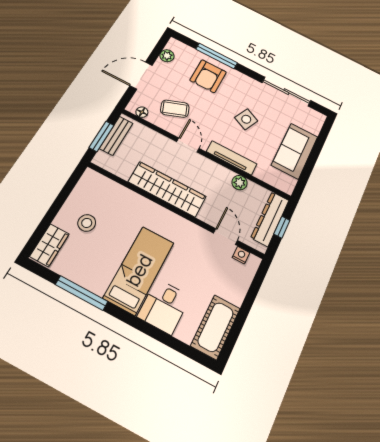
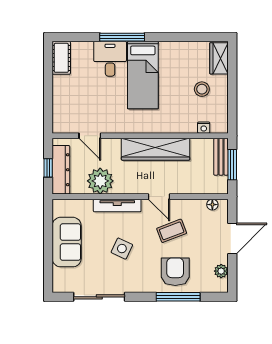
coffee table: (175, 109) -> (172, 231), moved
bench: (116, 136) -> (221, 157), moved
plant: (240, 183) -> (100, 181), width x1.88, depth x1.88
nightstand: (241, 255) -> (204, 128), moved
window: (82, 293) -> (122, 37), moved
cot: (216, 327) -> (61, 58), width x0.73, depth x0.75

